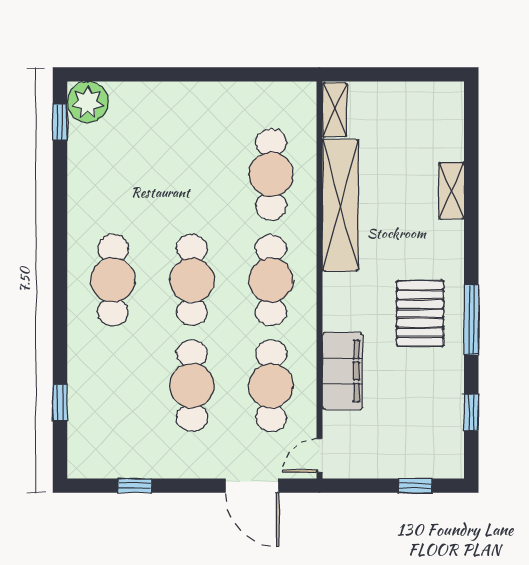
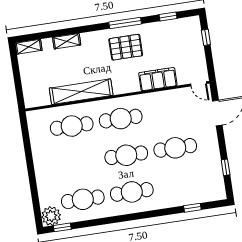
shelving: (335, 110) -> (29, 47), moved
cafe table: (271, 386) -> (83, 199), moved

